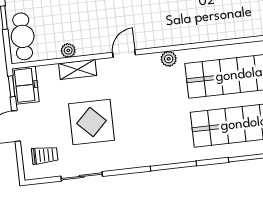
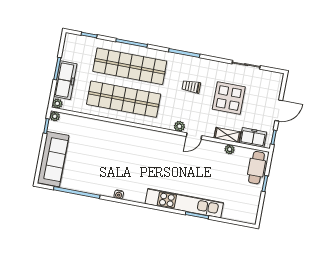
plant: (169, 59) -> (179, 126), moved
freezer: (26, 85) -> (253, 137), moved, turned 90
trolley: (45, 155) -> (191, 87), moved

